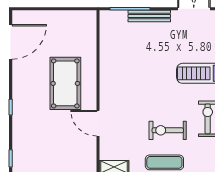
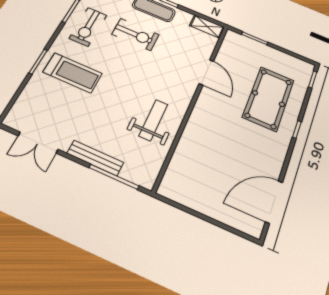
weight bench: (121, 64) -> (153, 120), added
pool table: (65, 83) -> (268, 99), moved

